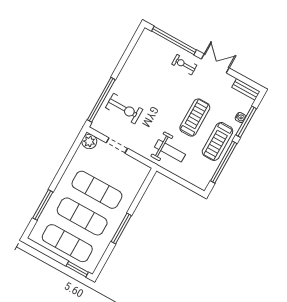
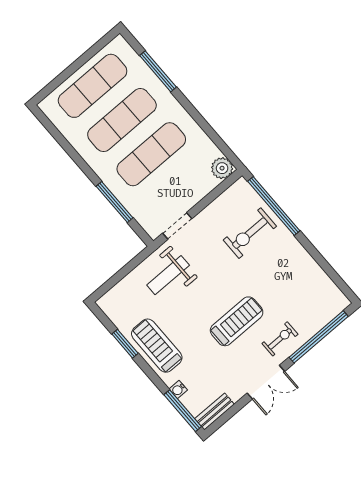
treadmill: (195, 118) -> (237, 321), moved, turned -90
window: (246, 122) -> (183, 411), moved
doorway: (117, 146) -> (177, 226), moved
window: (224, 162) -> (125, 344), width x0.47
window: (121, 229) -> (115, 202), moved
window: (77, 269) -> (52, 87), removed

